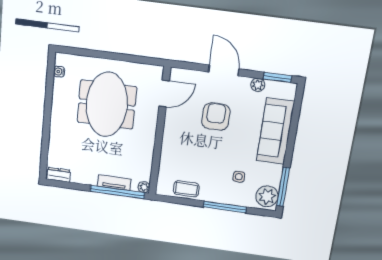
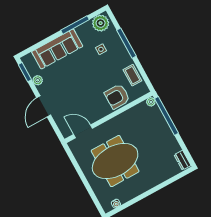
armchair: (216, 117) -> (117, 96), moved
tv unit: (114, 183) -> (162, 122), removed
window: (283, 187) -> (75, 25), moved

